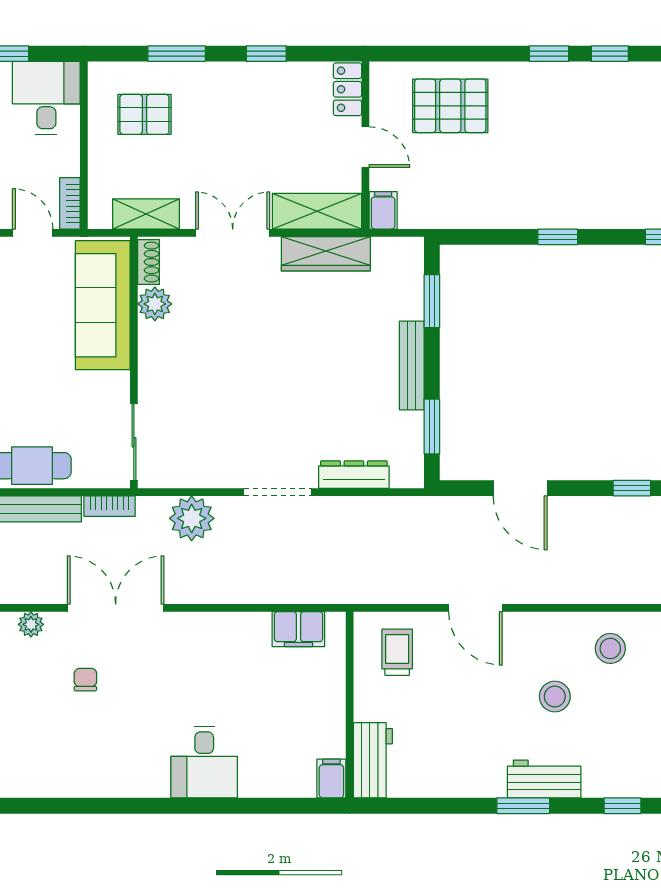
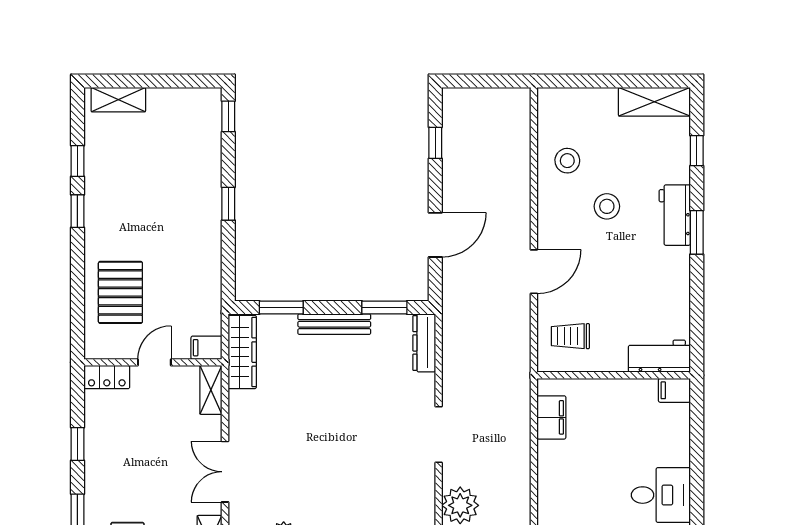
shelving: (317, 211) -> (211, 390), width x0.67, depth x0.75
wardrobe: (326, 254) -> (242, 352), moved
dresser: (354, 475) -> (424, 343), moved

